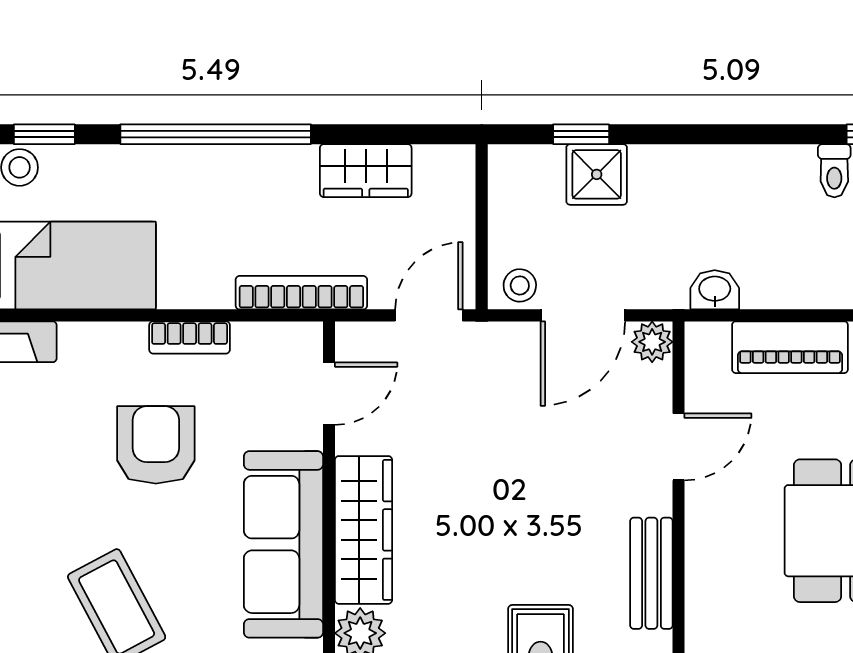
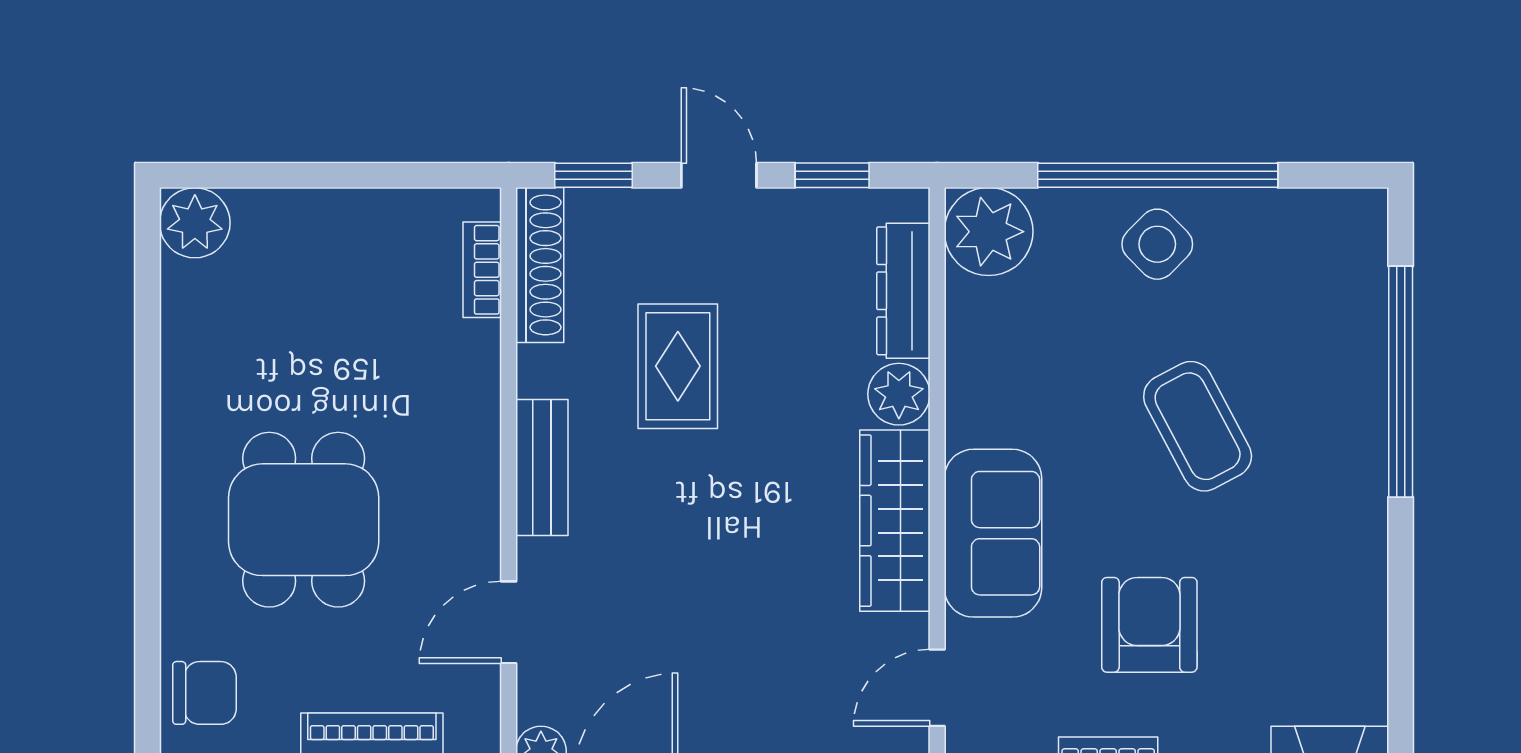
armchair: (156, 445) -> (1149, 625), turned 180
sofa: (283, 544) -> (993, 533), width x0.73

